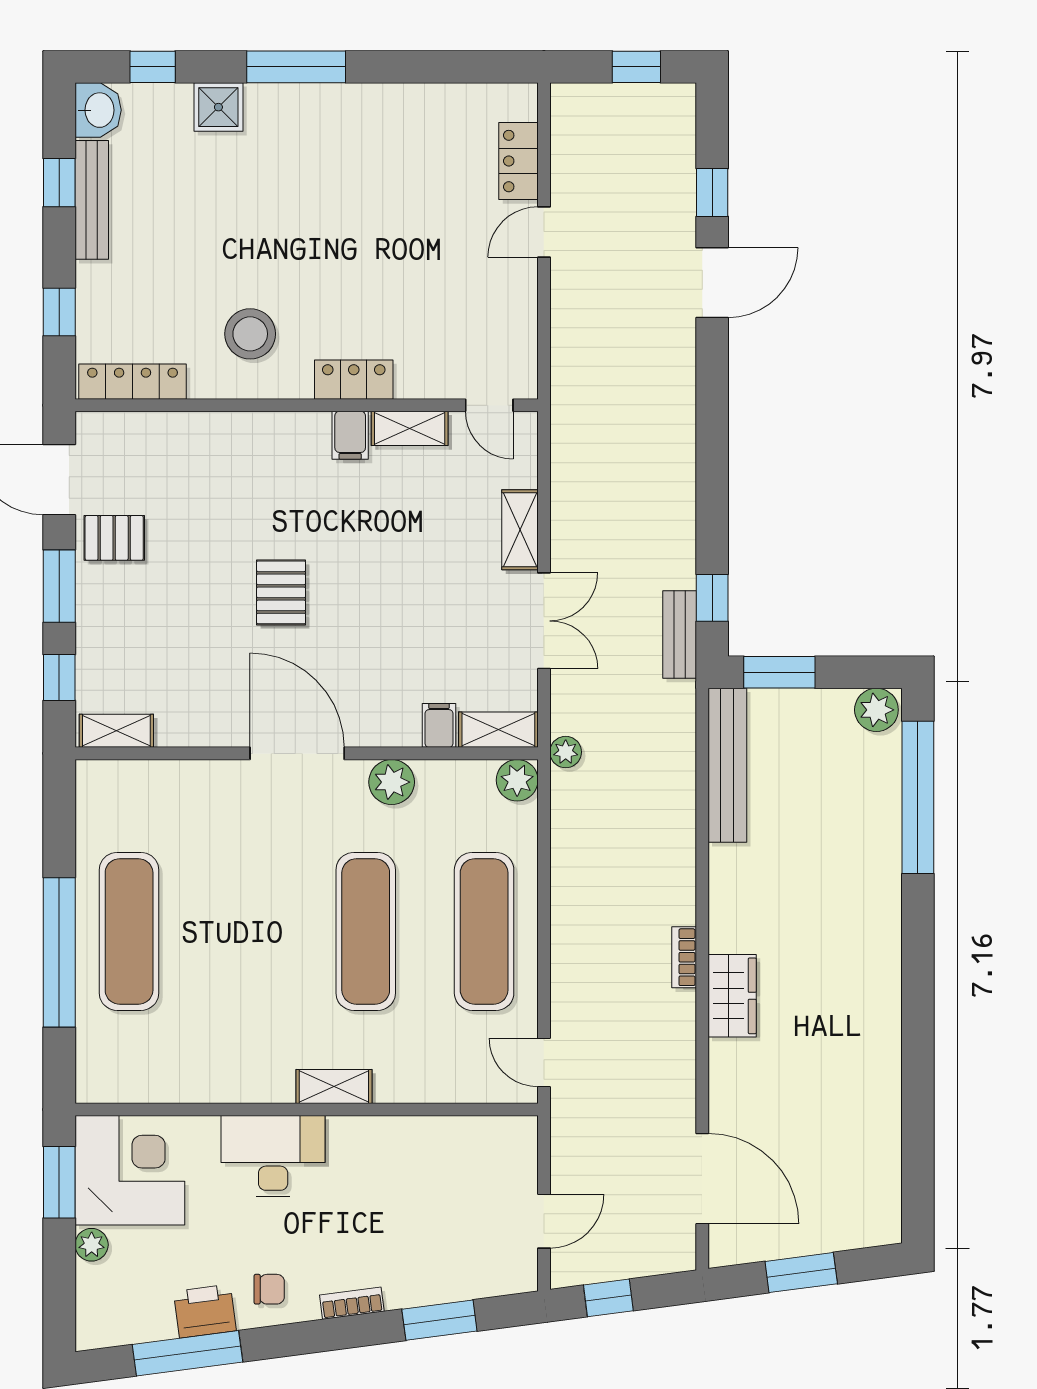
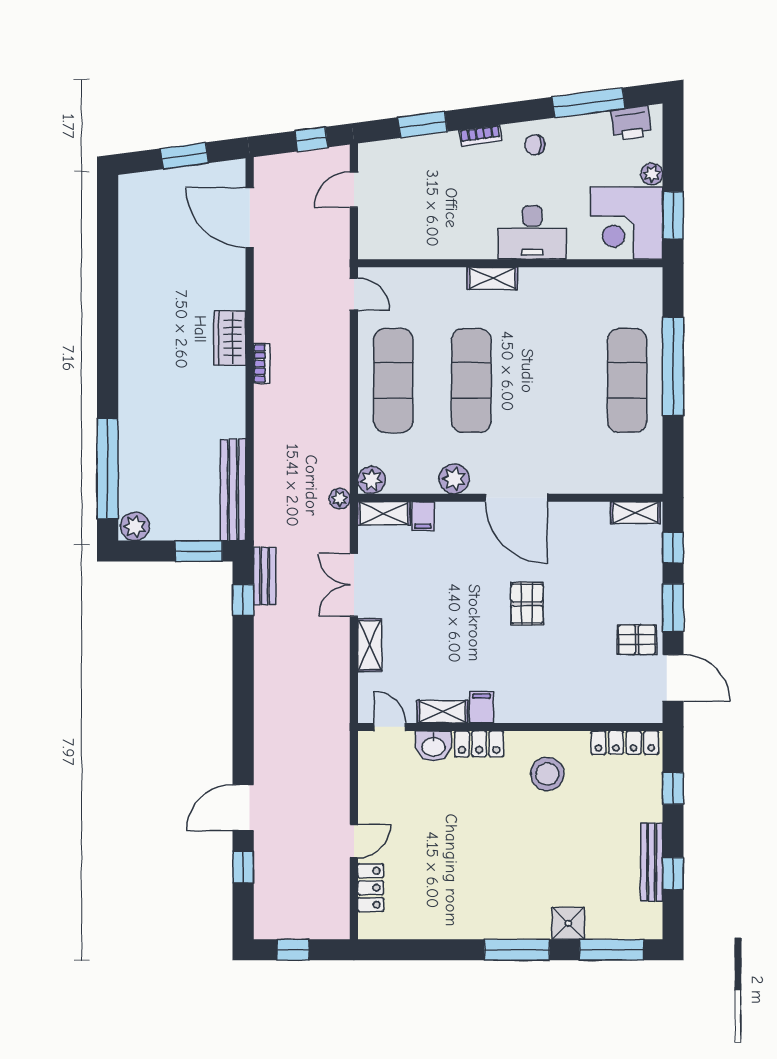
window: (153, 67) -> (612, 950), width x2.17
washbasin: (98, 110) -> (433, 746), moved, turned -90
printer: (205, 1311) -> (631, 123), moved

